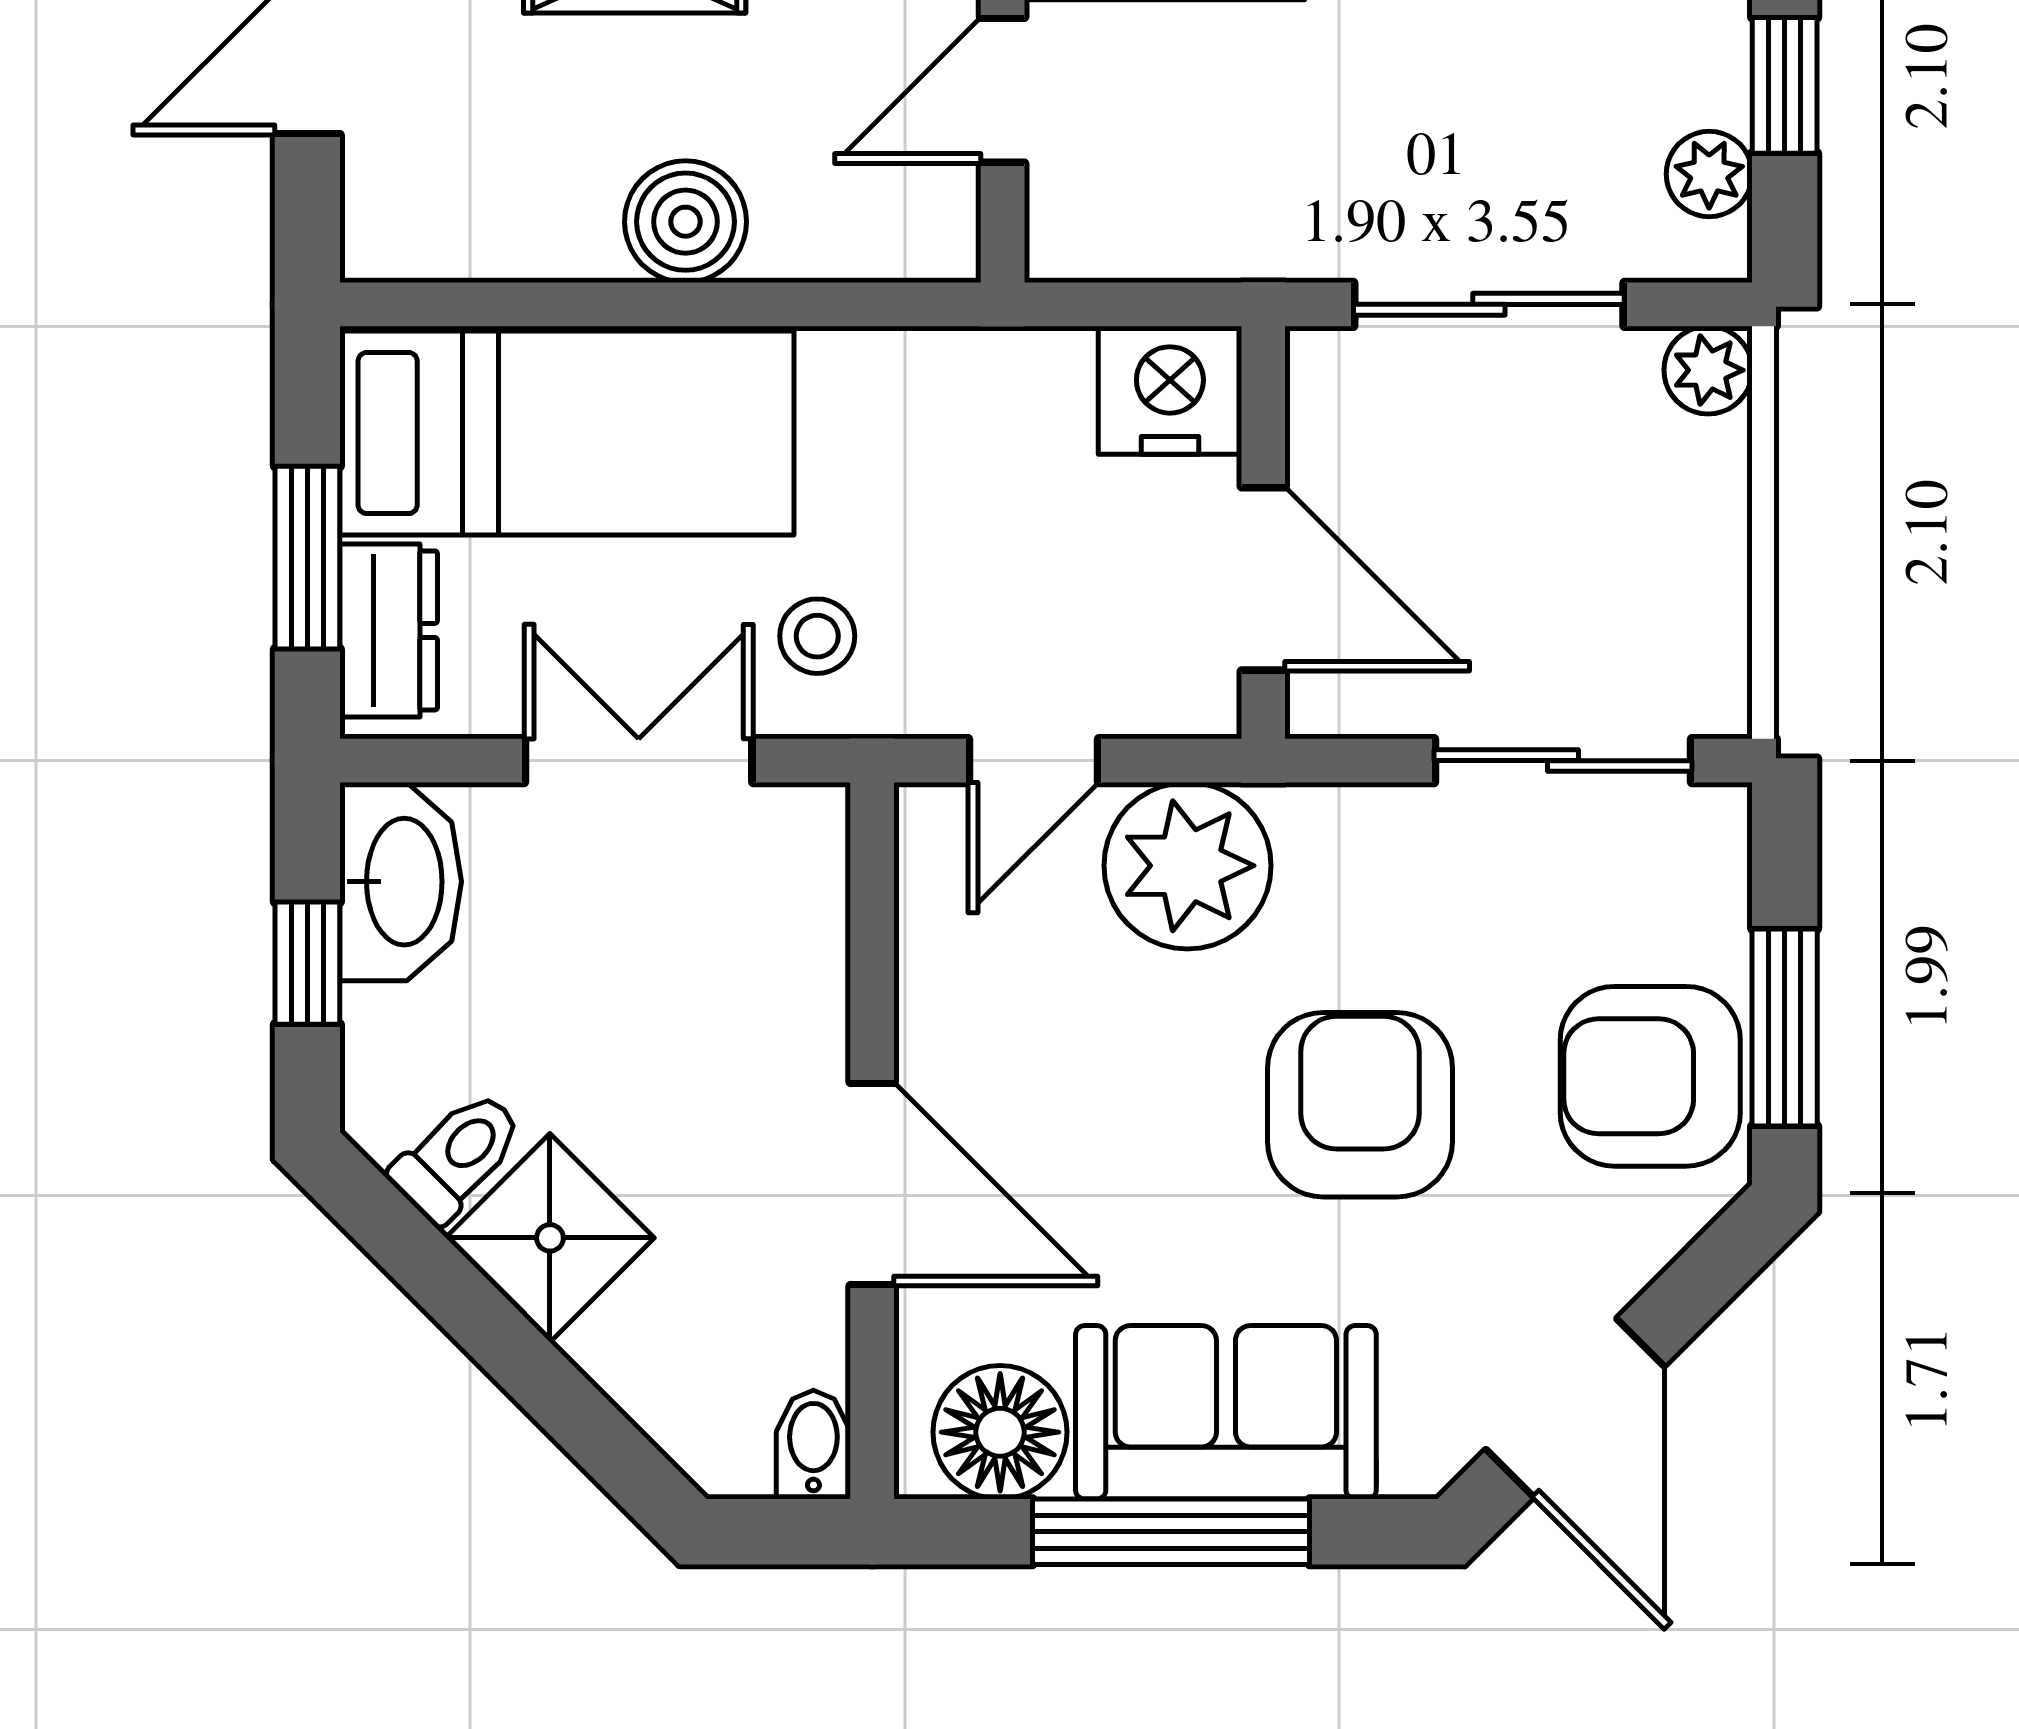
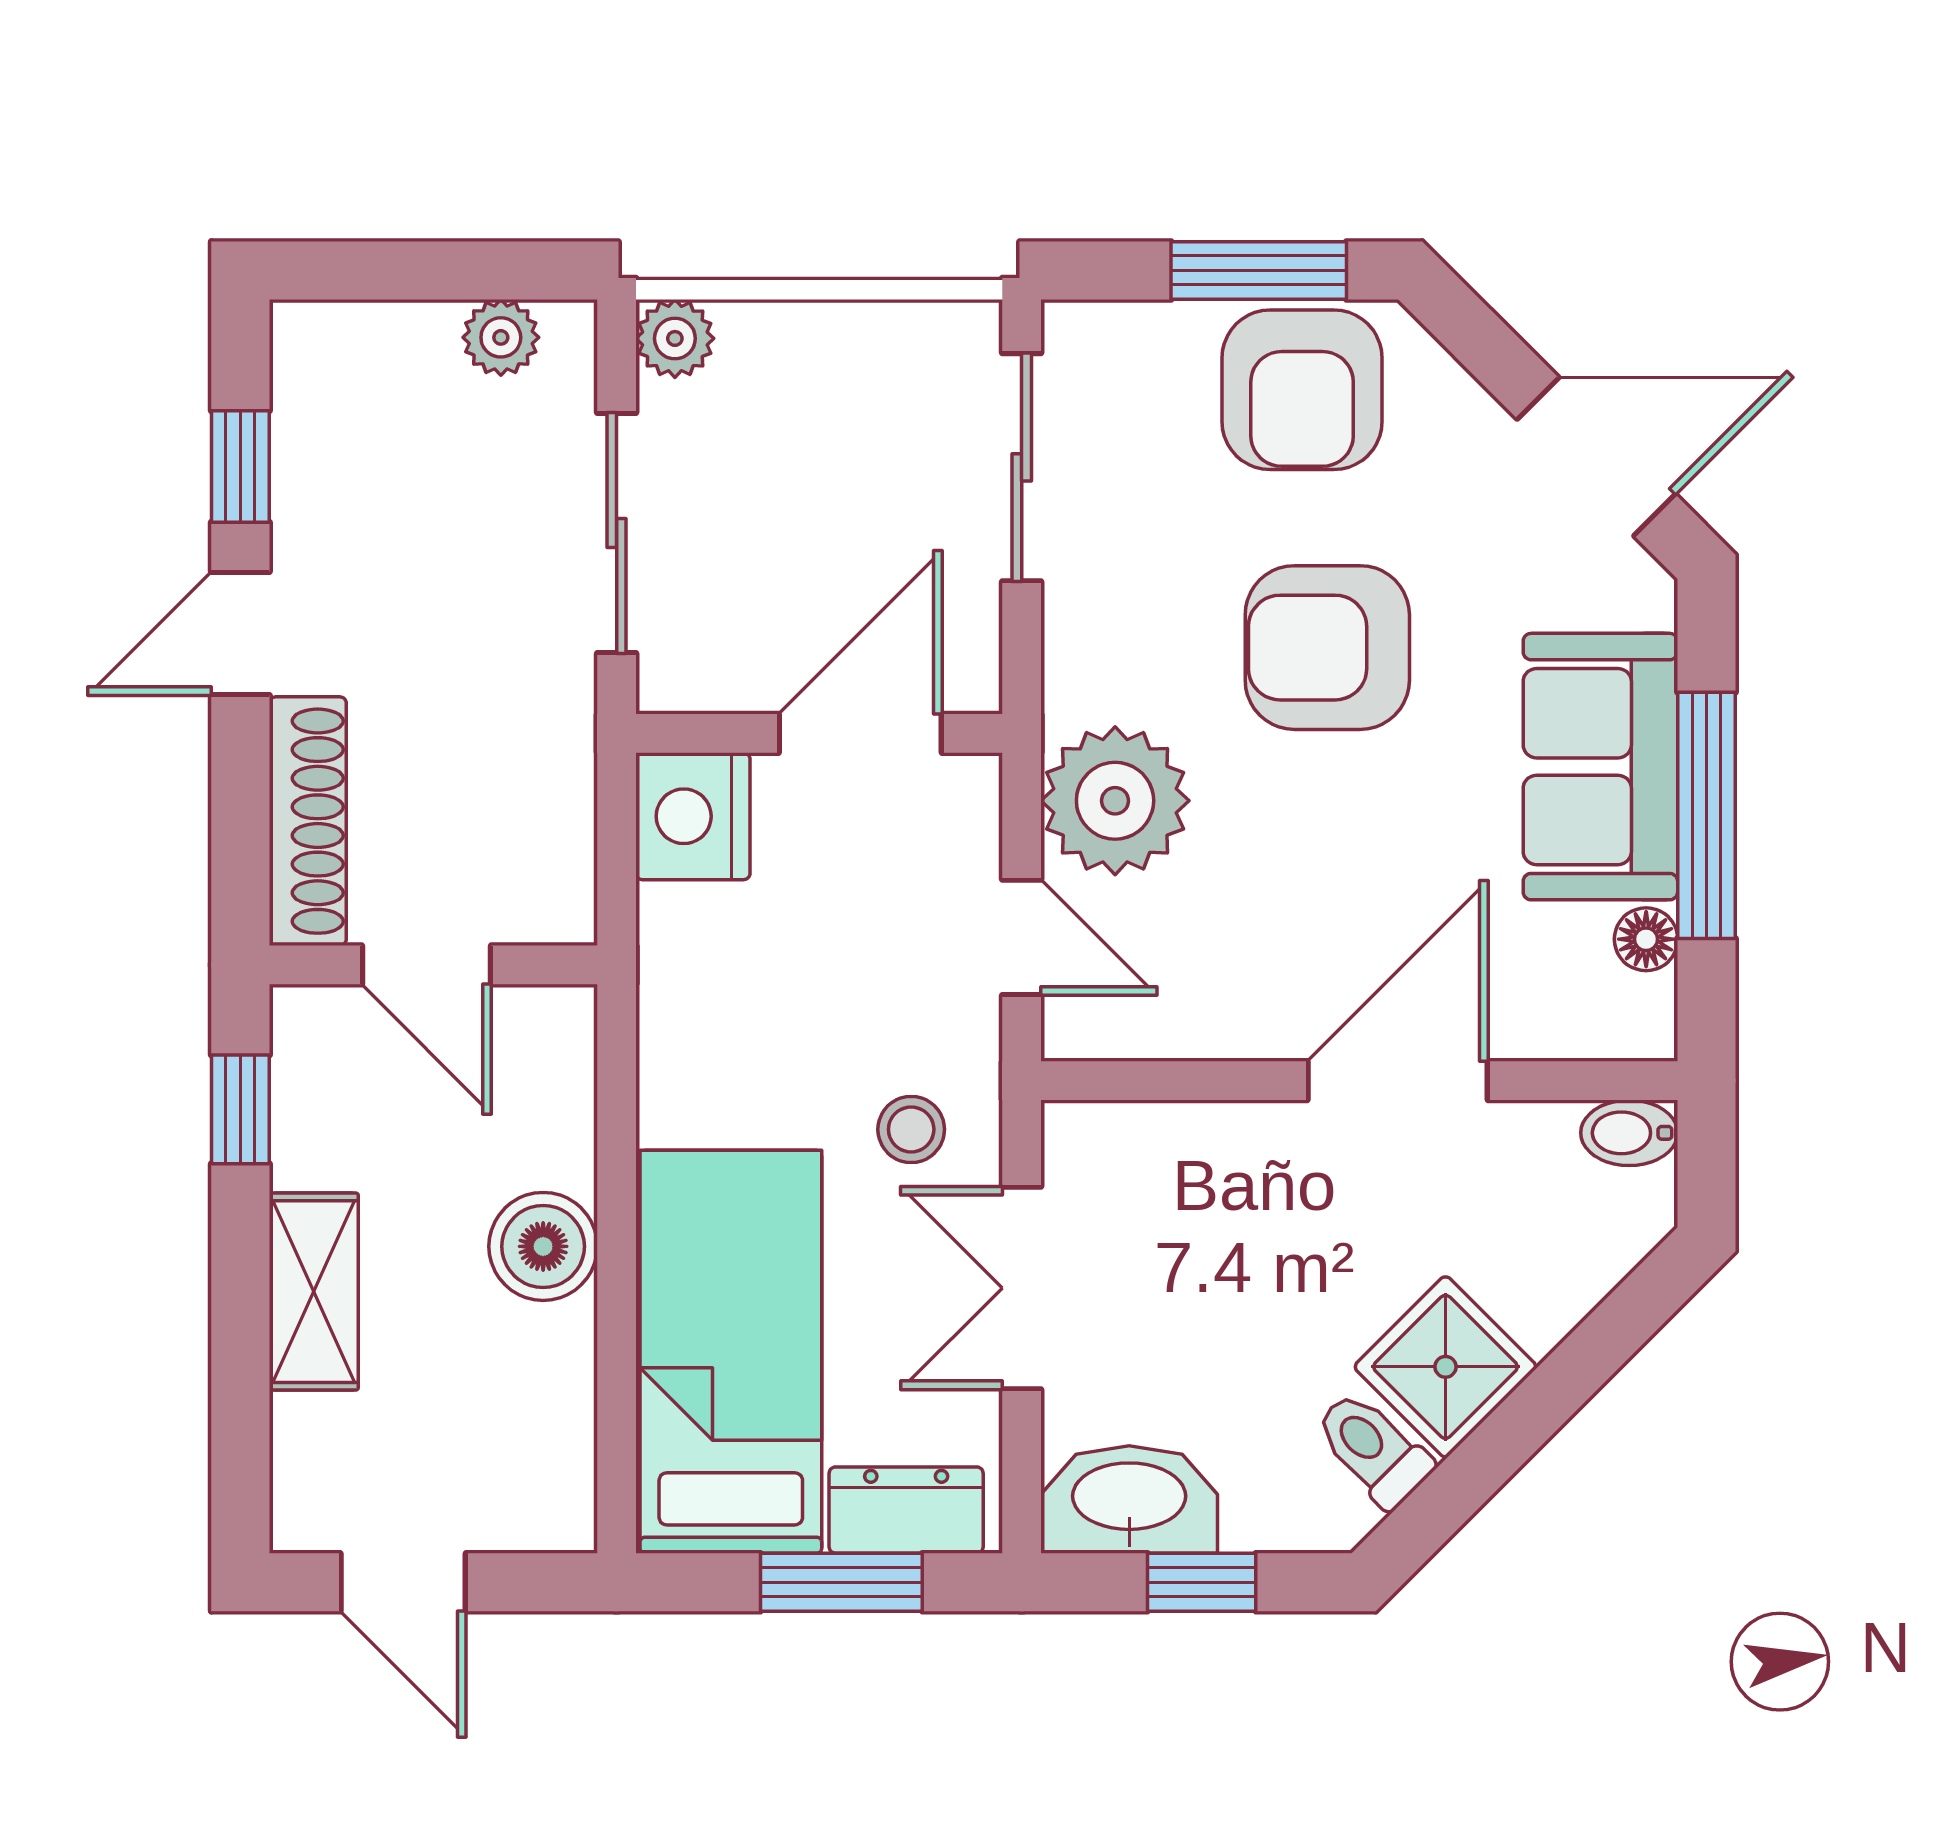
window: (1785, 85) -> (422, 270), removed
floor lamp: (1000, 1432) -> (1646, 939), width x0.53, depth x0.53

